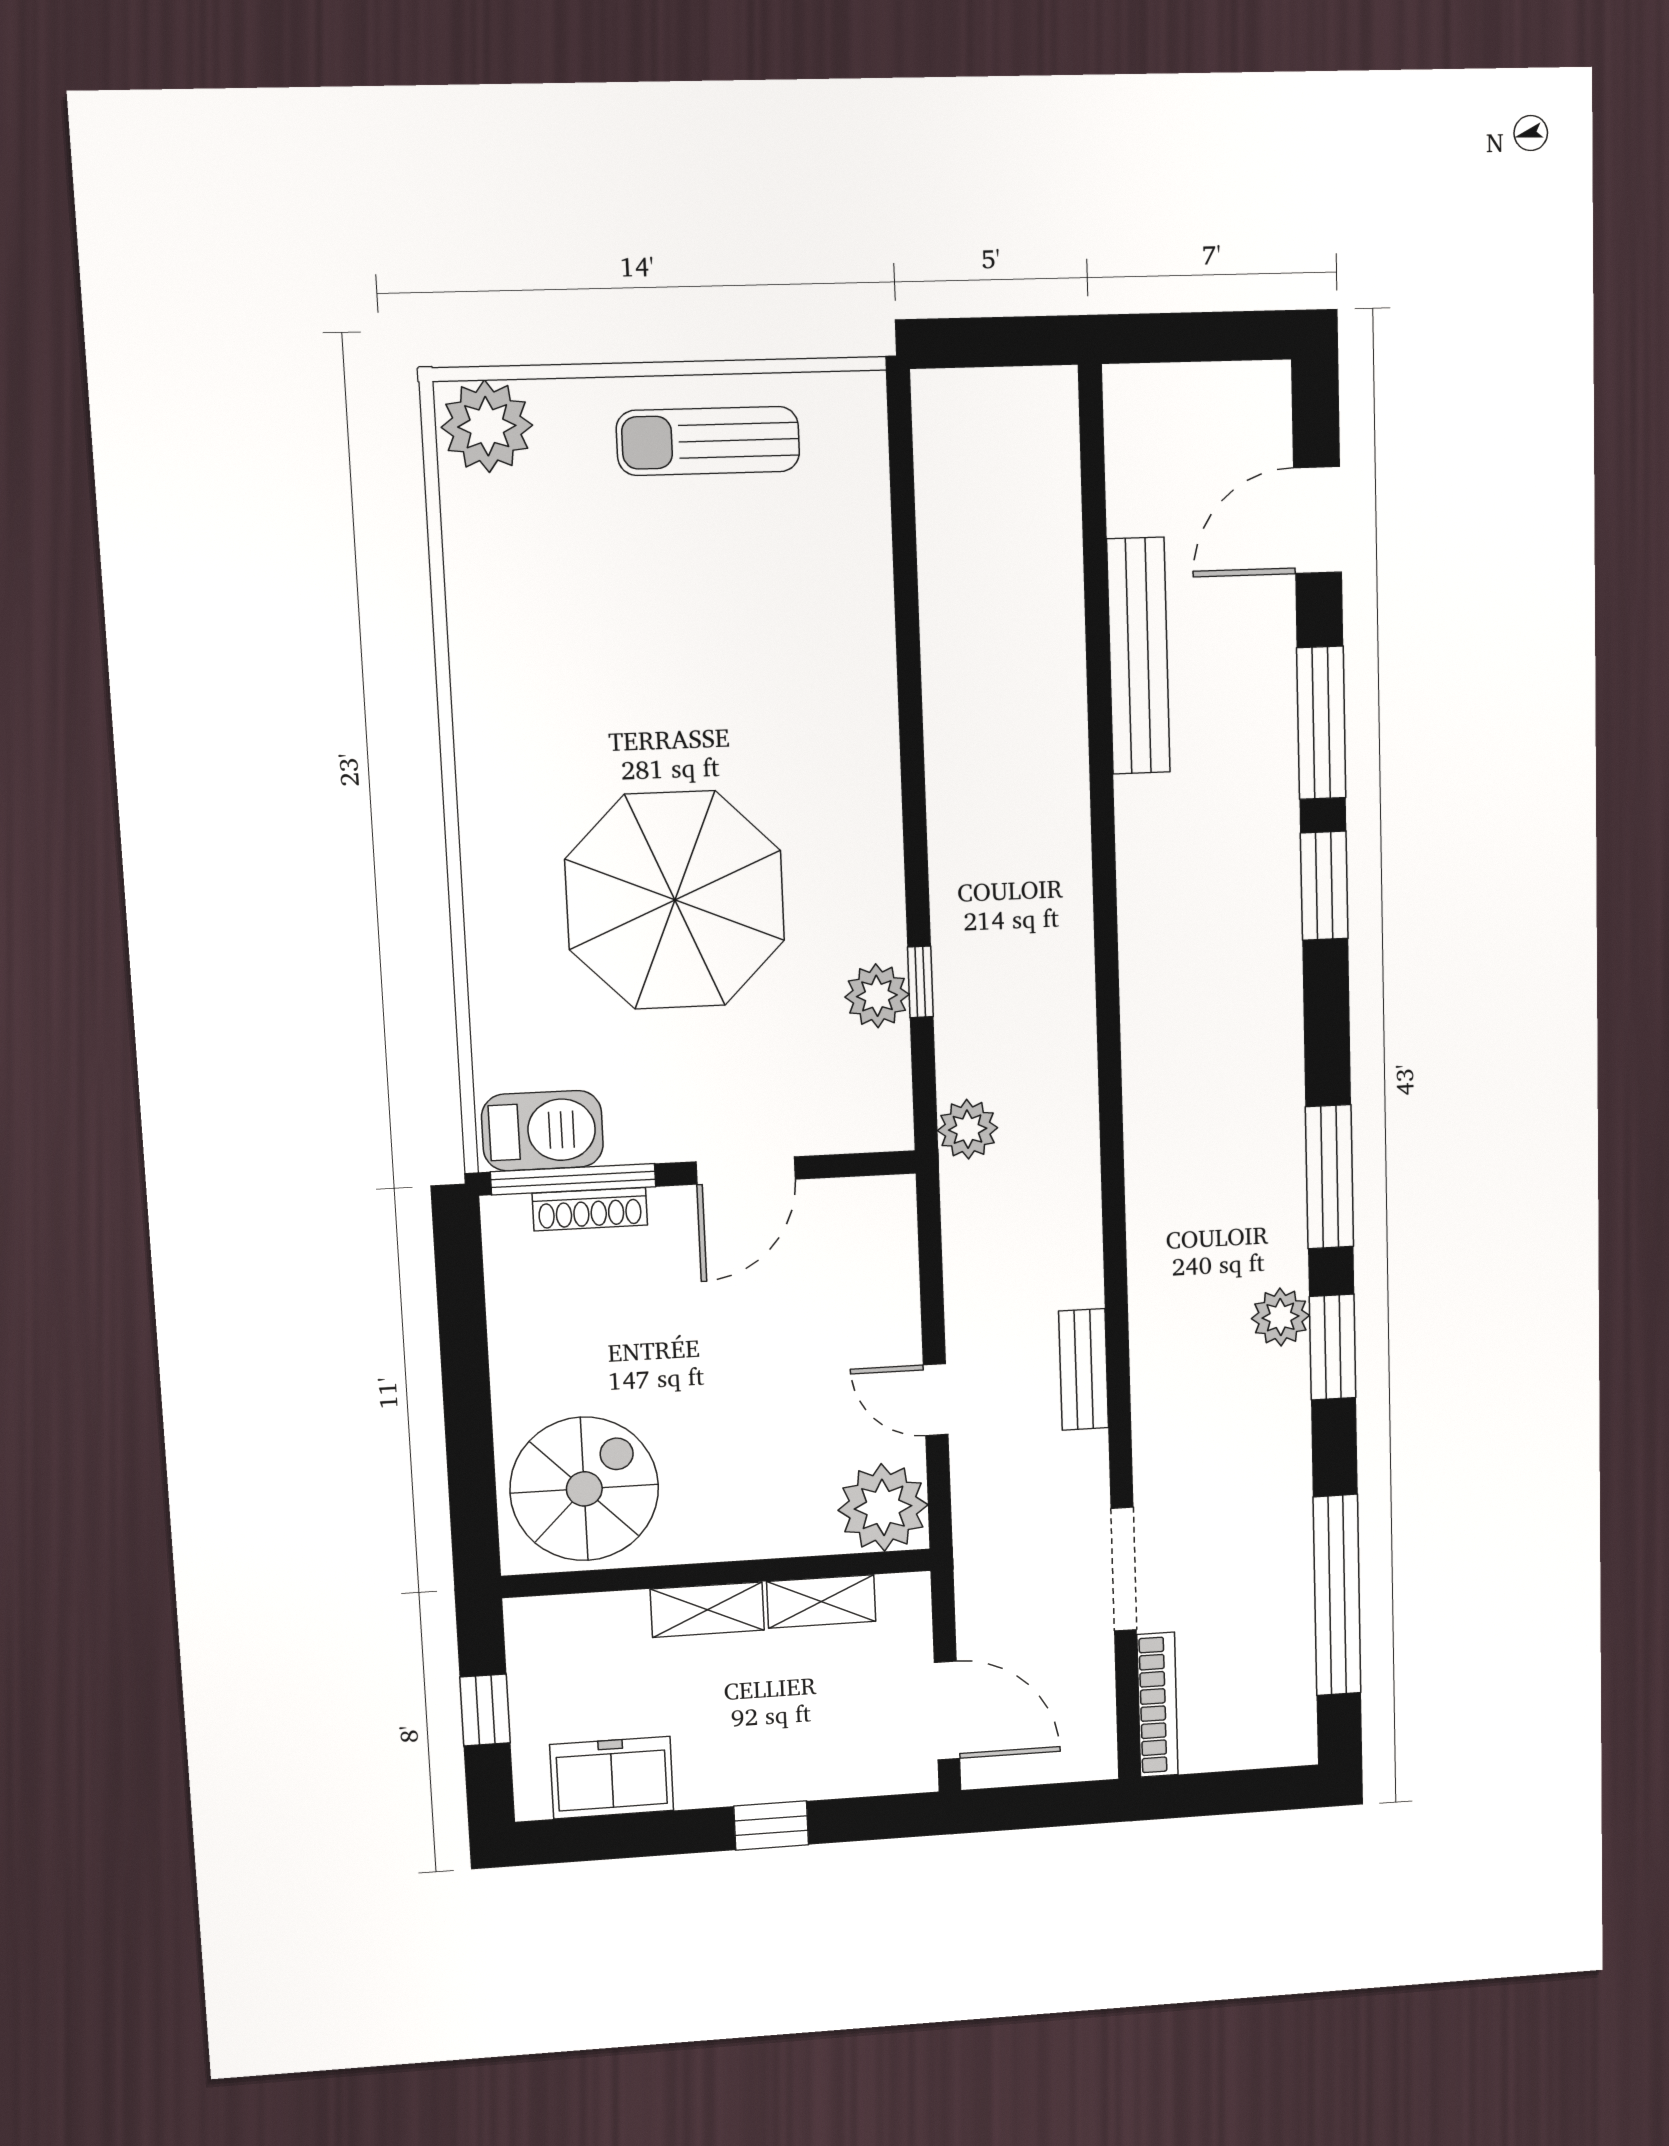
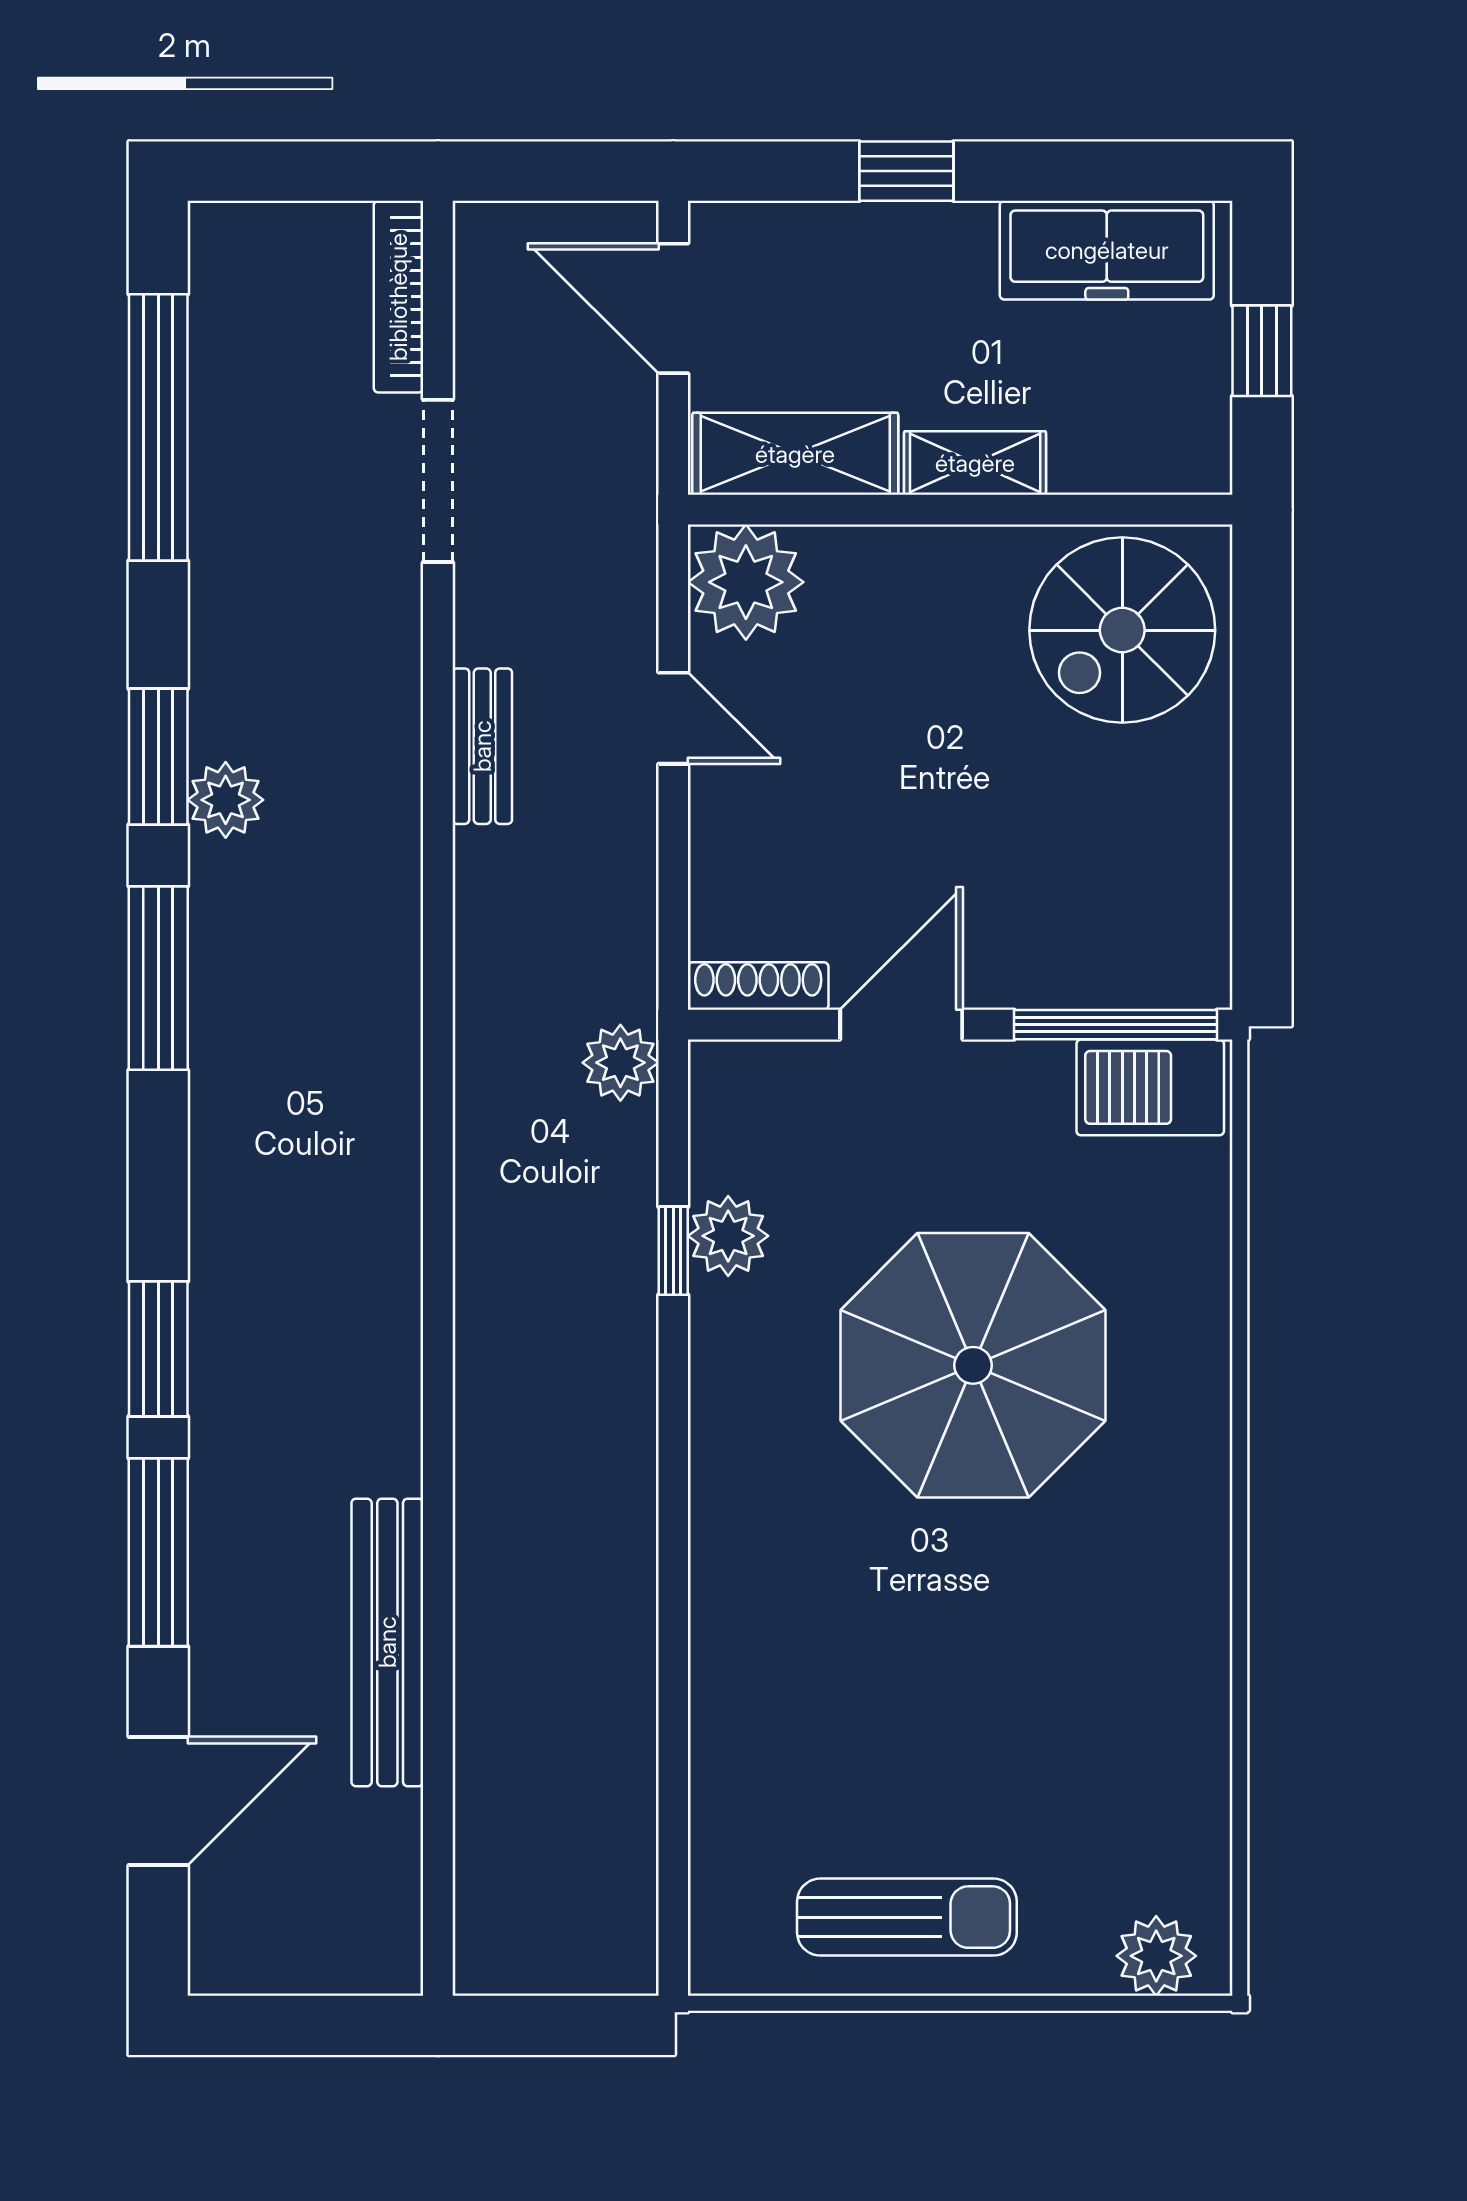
plant: (487, 426) -> (1156, 1956), width x0.73, depth x0.73
shoe rack: (590, 1209) -> (758, 986), moved
shelving: (821, 1601) -> (795, 454), width x1.50, depth x1.33
freezer: (612, 1778) -> (1107, 250), width x1.40

